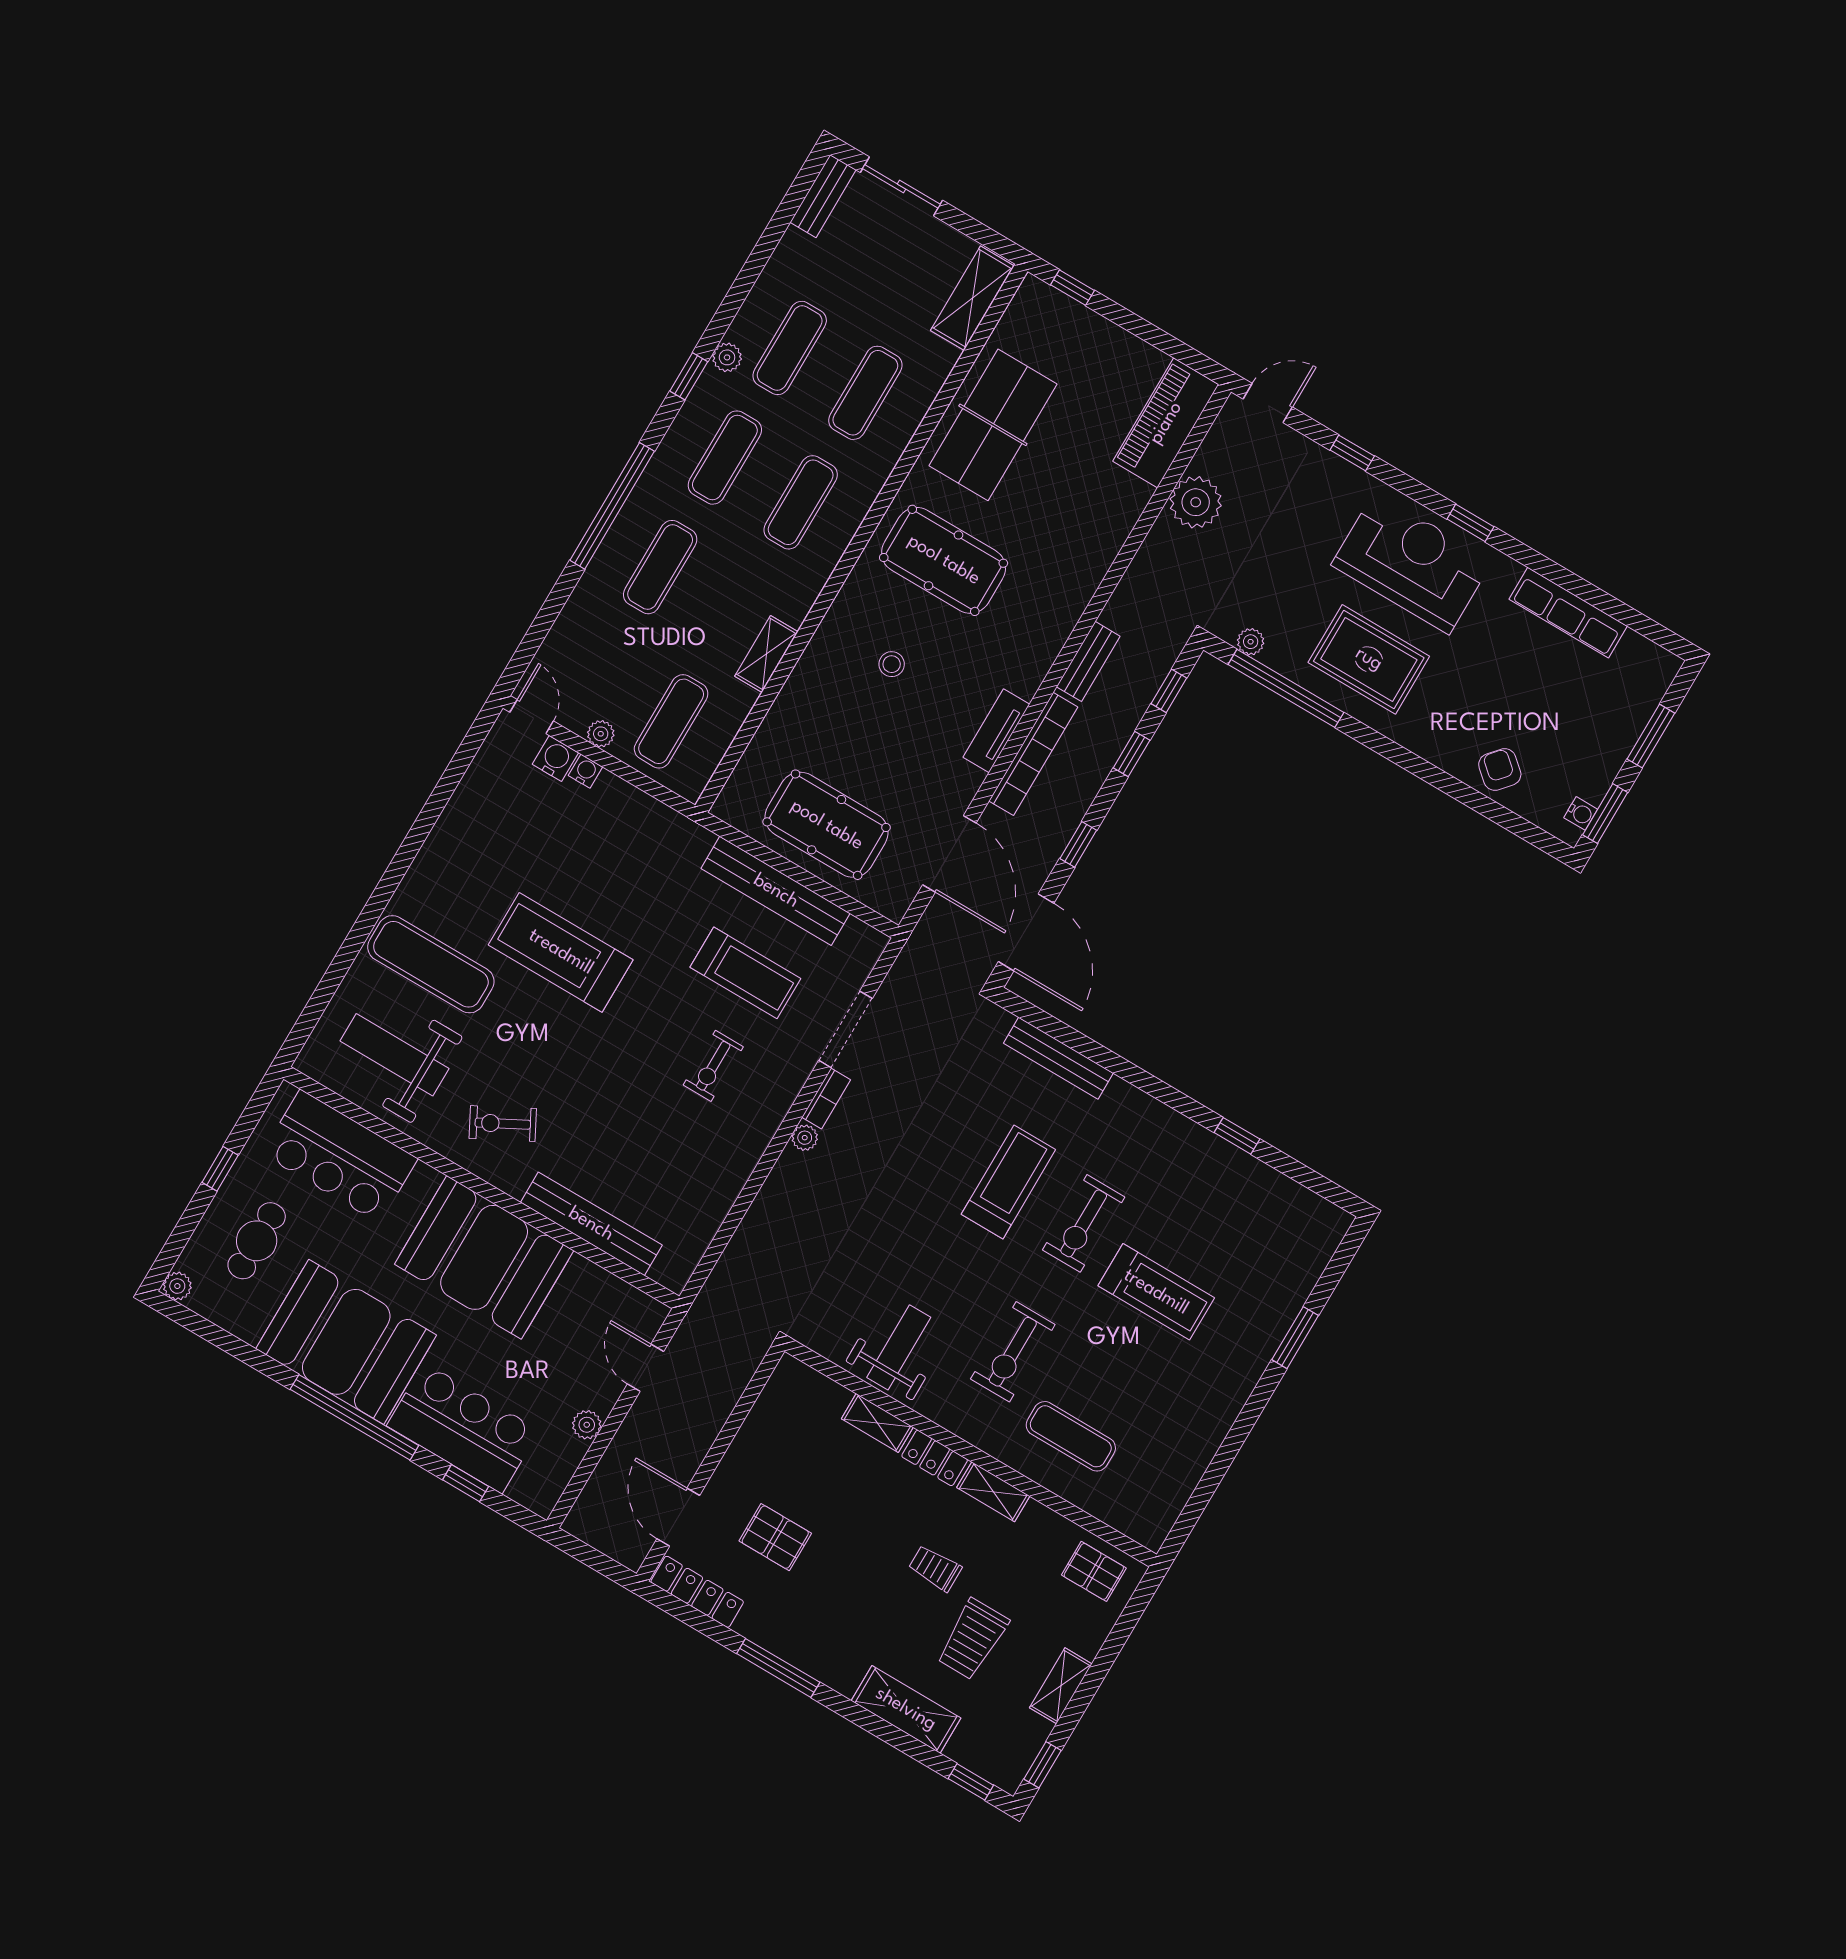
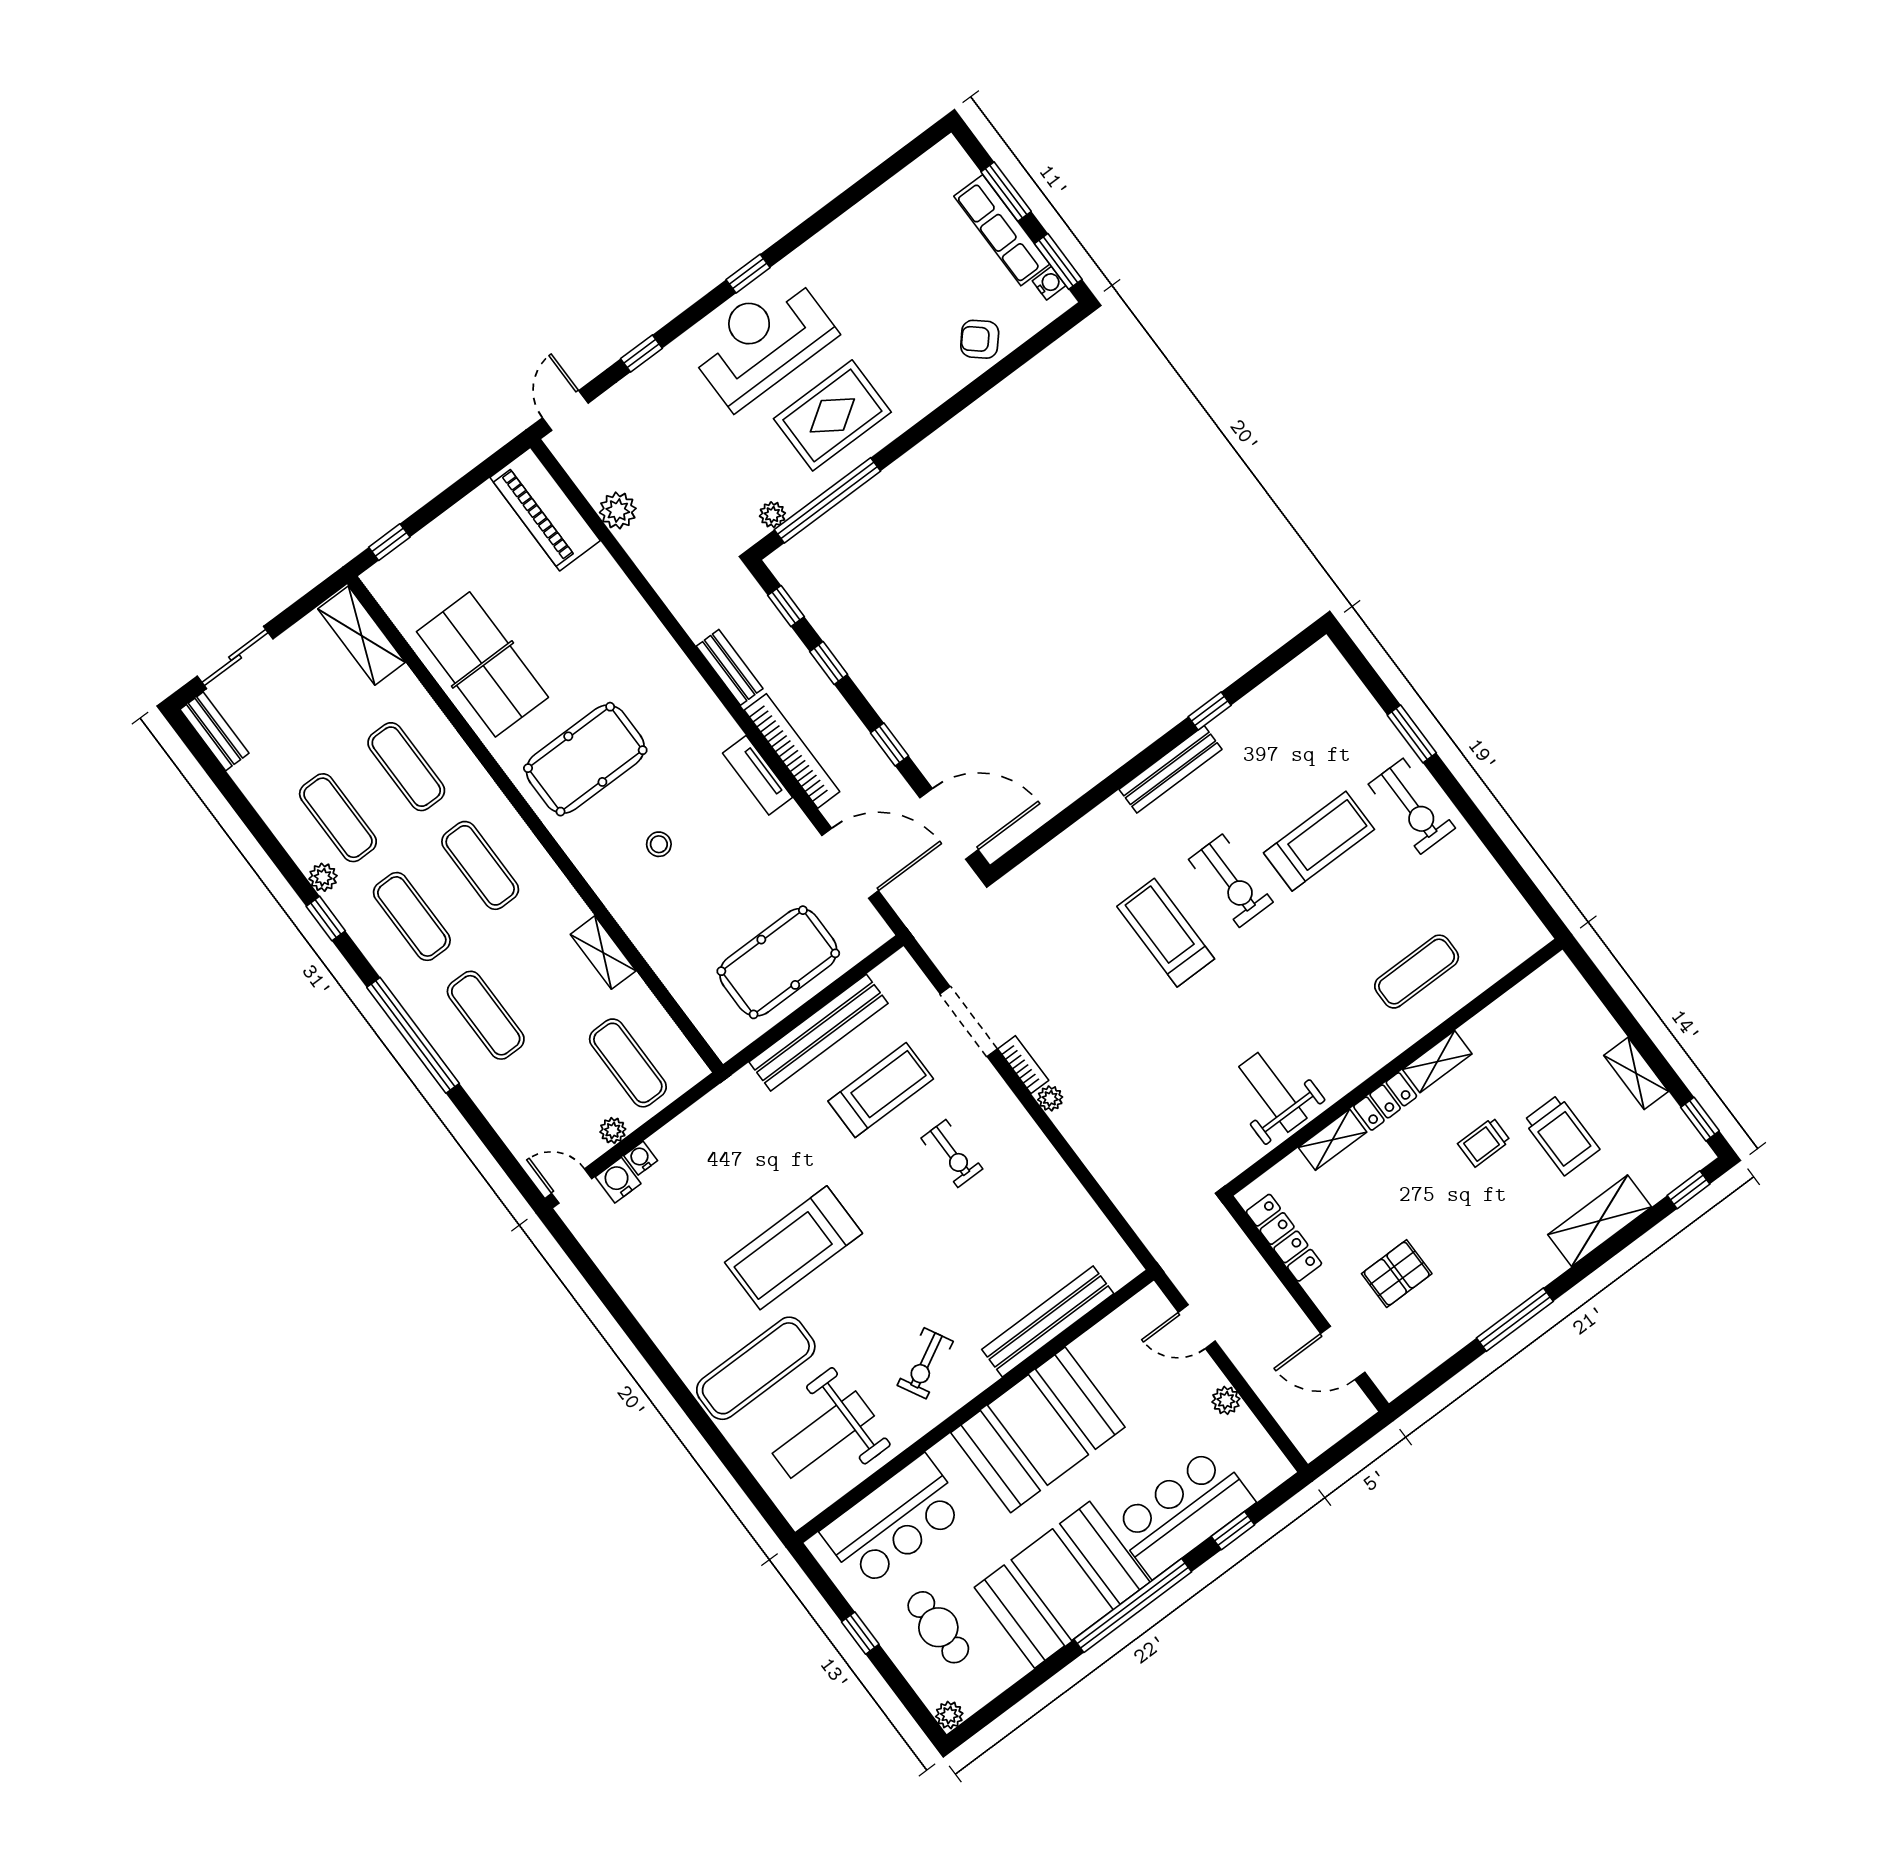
plant: (1196, 502) -> (618, 510), width x0.73, depth x0.73
row of seats: (1568, 613) -> (1002, 230), moved, turned 90
bench: (1058, 1058) -> (1170, 769), moved
exercise bike: (1013, 1352) -> (1412, 806), moved
pallet: (1094, 1571) -> (1546, 1001), removed
locker: (697, 1592) -> (1284, 1238), moved, turned 90

